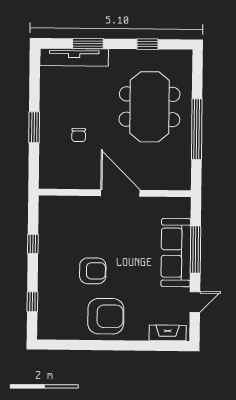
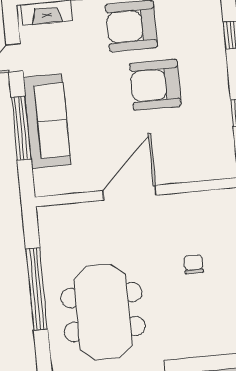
door: (120, 193) -> (130, 193), swing flipped
armchair: (93, 271) -> (155, 85), width x1.36, depth x1.36

